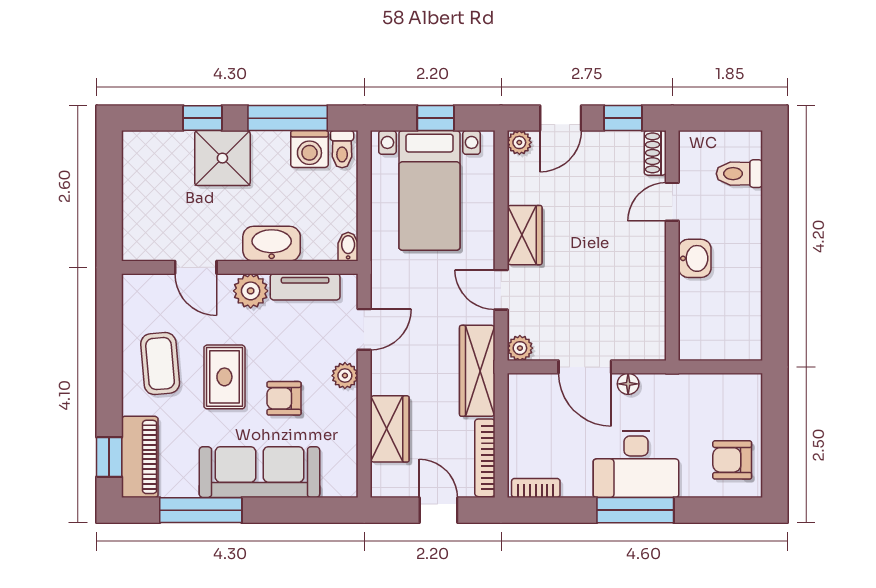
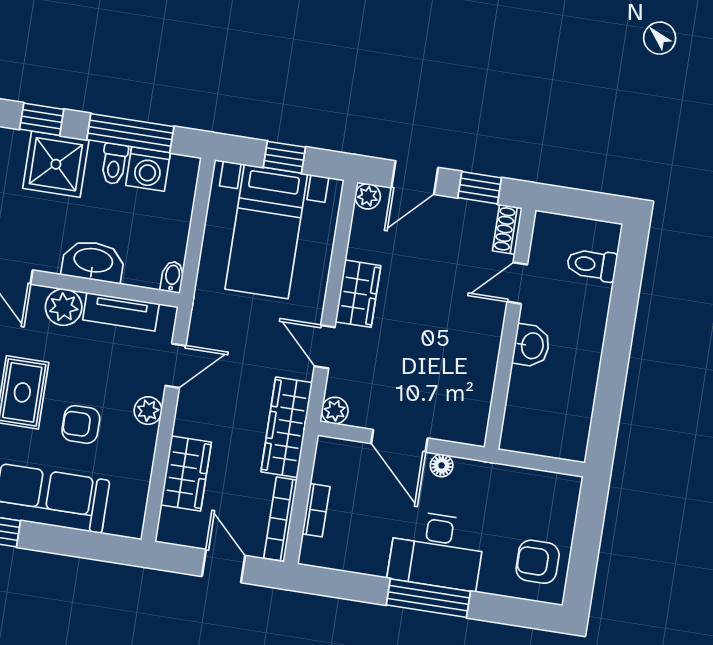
toilet: (342, 149) -> (114, 164), moved
bookcase: (536, 488) -> (316, 510), moved, turned 90

